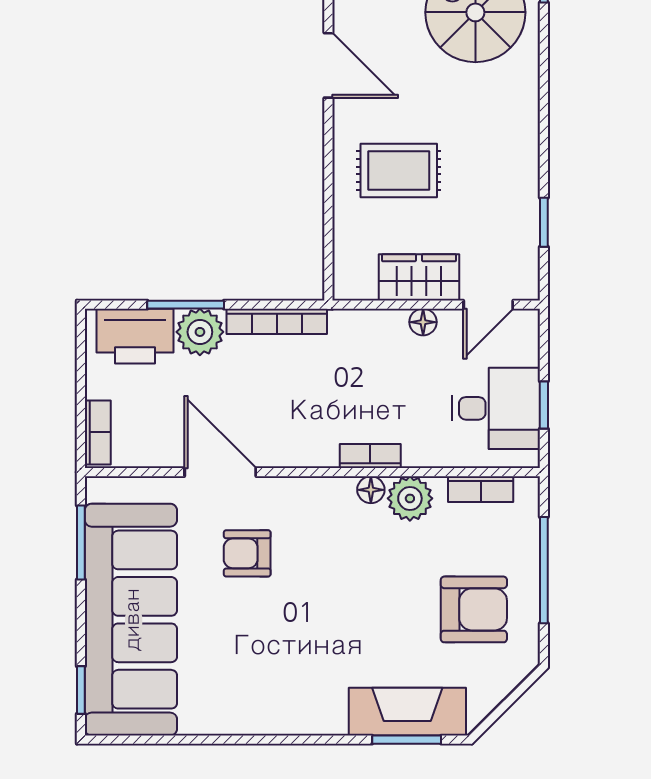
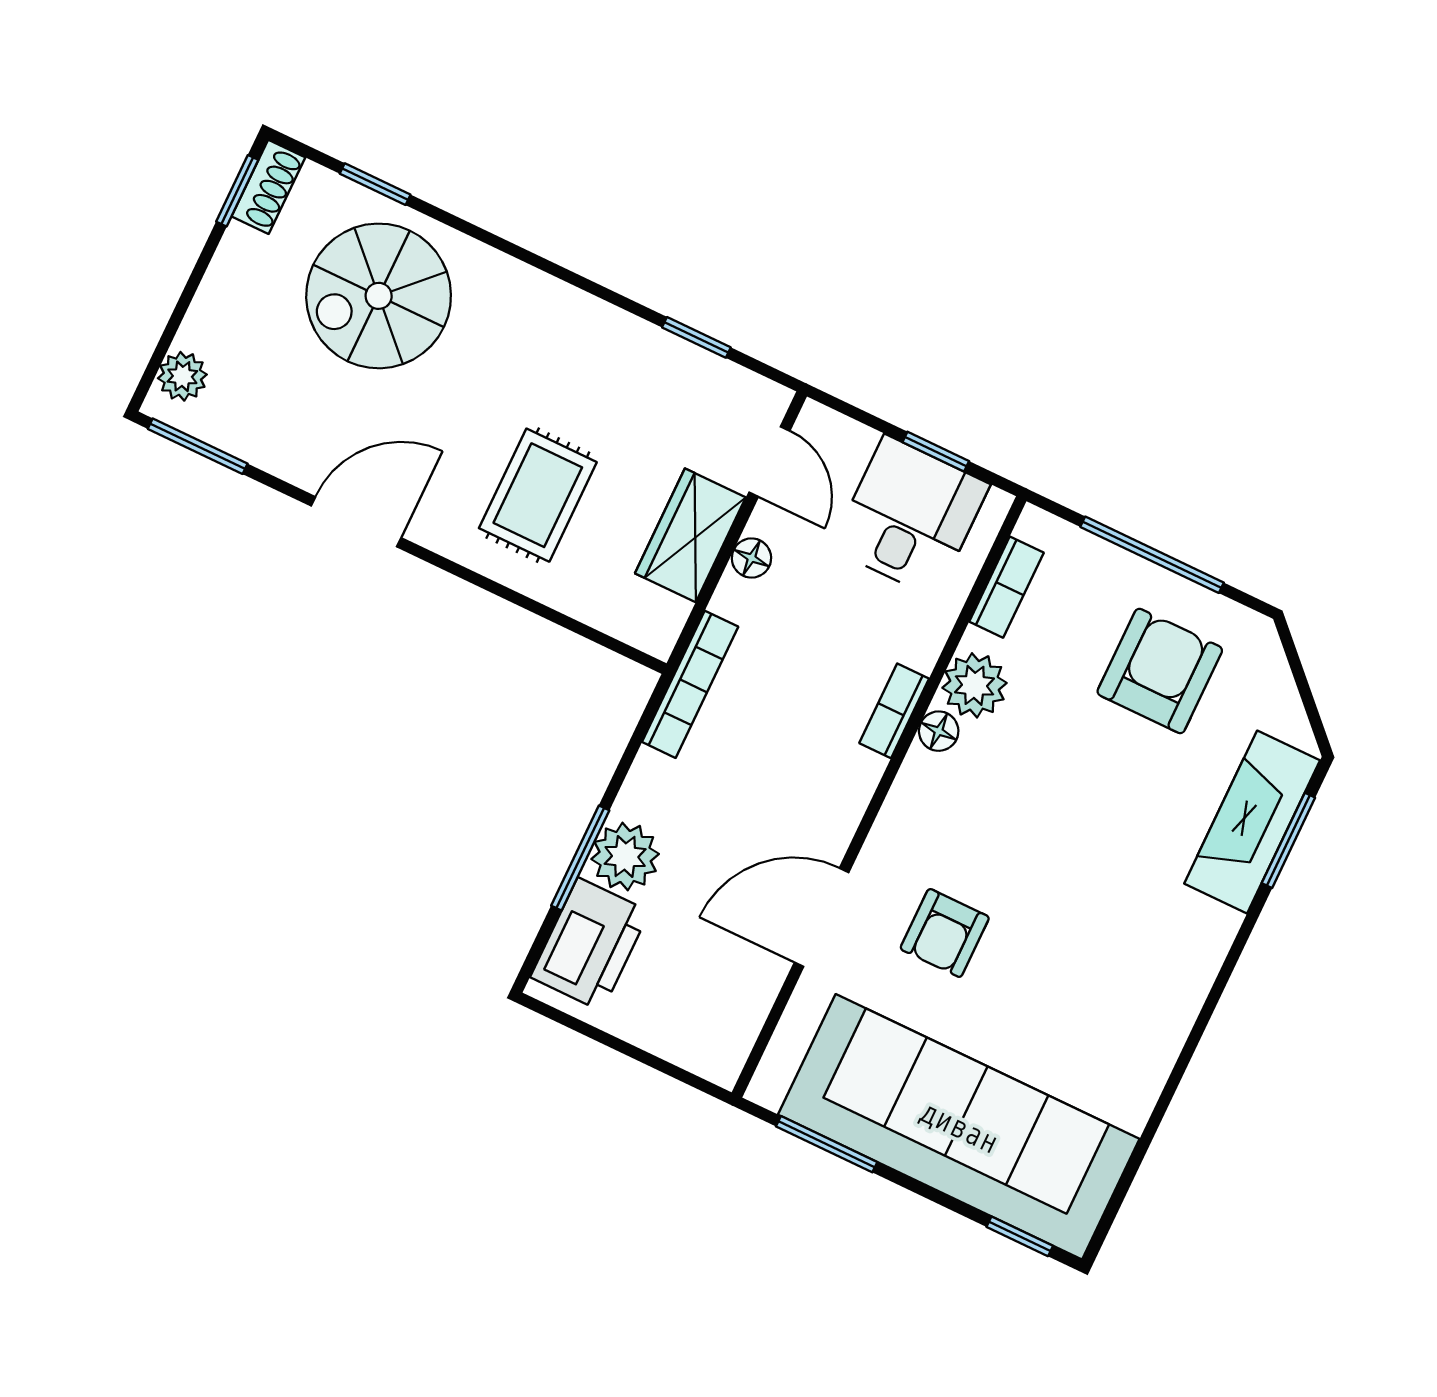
bookcase: (277, 321) -> (690, 684), moved
bookcase: (98, 432) -> (693, 1053), removed

